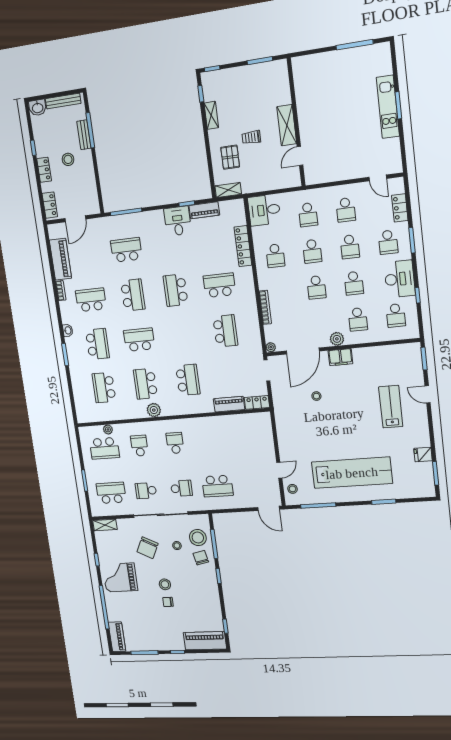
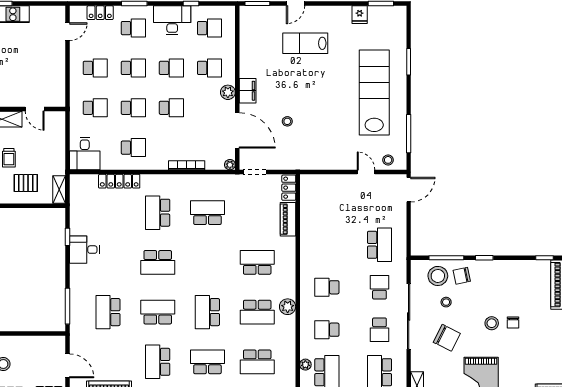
piano: (204, 210) -> (77, 219), removed

